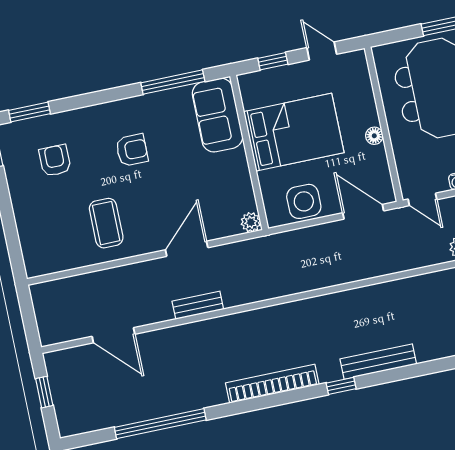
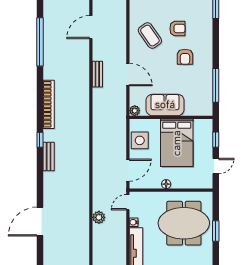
sofa: (217, 115) -> (165, 105), moved
armchair: (55, 161) -> (177, 29), moved
coffee table: (106, 223) -> (150, 36), turned 55
bench: (378, 362) -> (49, 156), width x0.73

